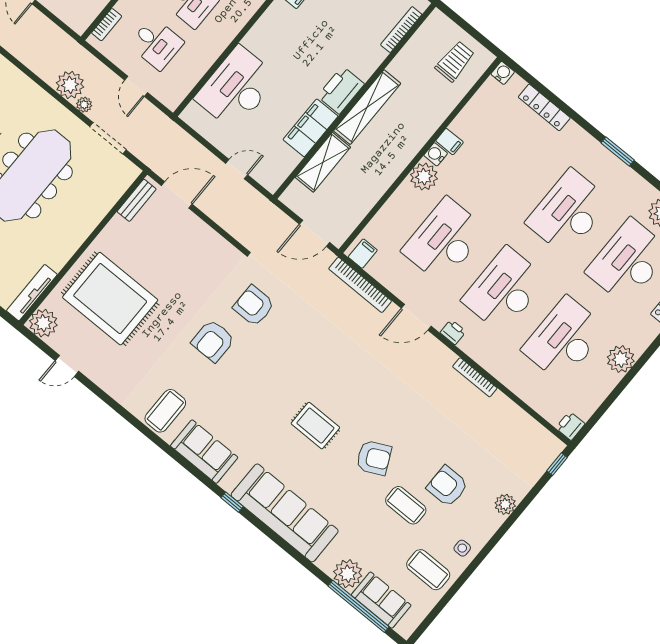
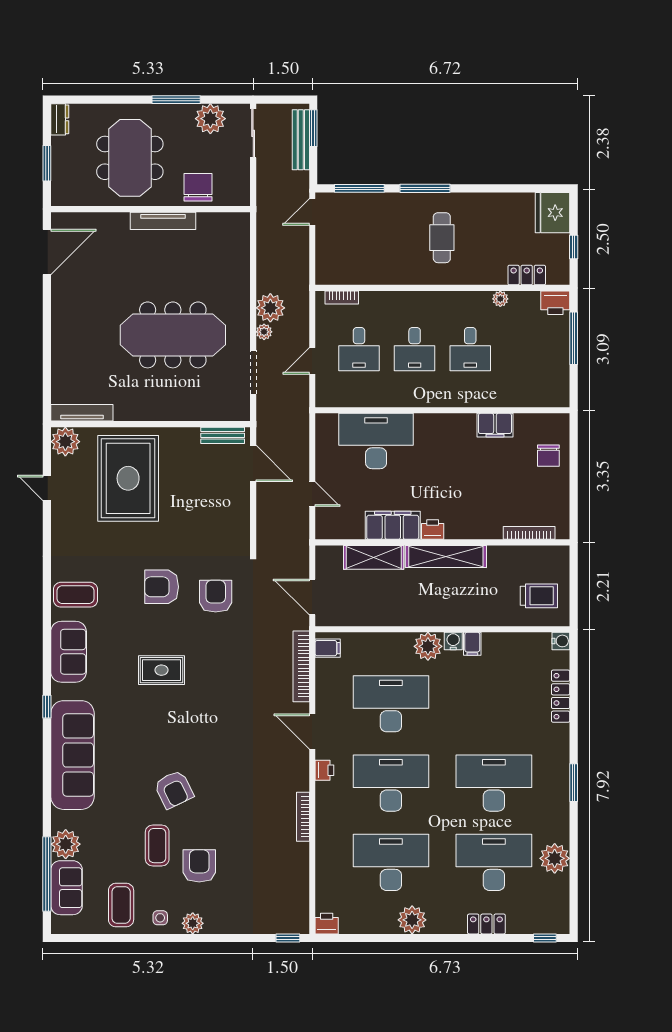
printer: (341, 90) -> (433, 529), width x0.53, depth x0.68
rug: (315, 426) -> (161, 670), moved, turned 90
plant: (505, 504) -> (193, 923), moved

